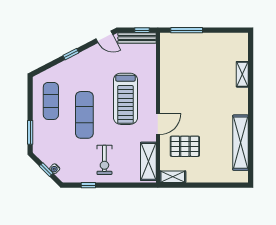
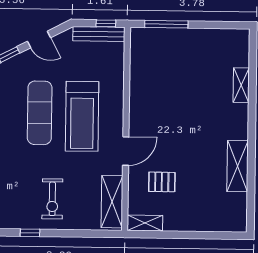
door: (104, 37) -> (39, 39), moved
exercise mat: (84, 115) -> (40, 113), moved
shelving: (240, 143) -> (238, 166), width x0.68
pallet: (185, 146) -> (162, 182), width x0.67, depth x0.71

